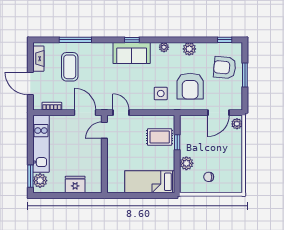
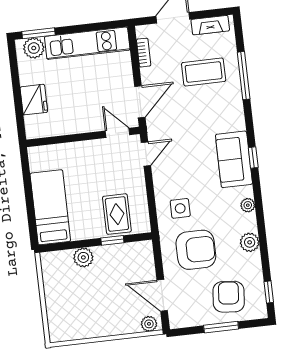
armchair: (190, 86) -> (196, 250), turned 180
chair: (209, 177) -> (67, 292), removed

